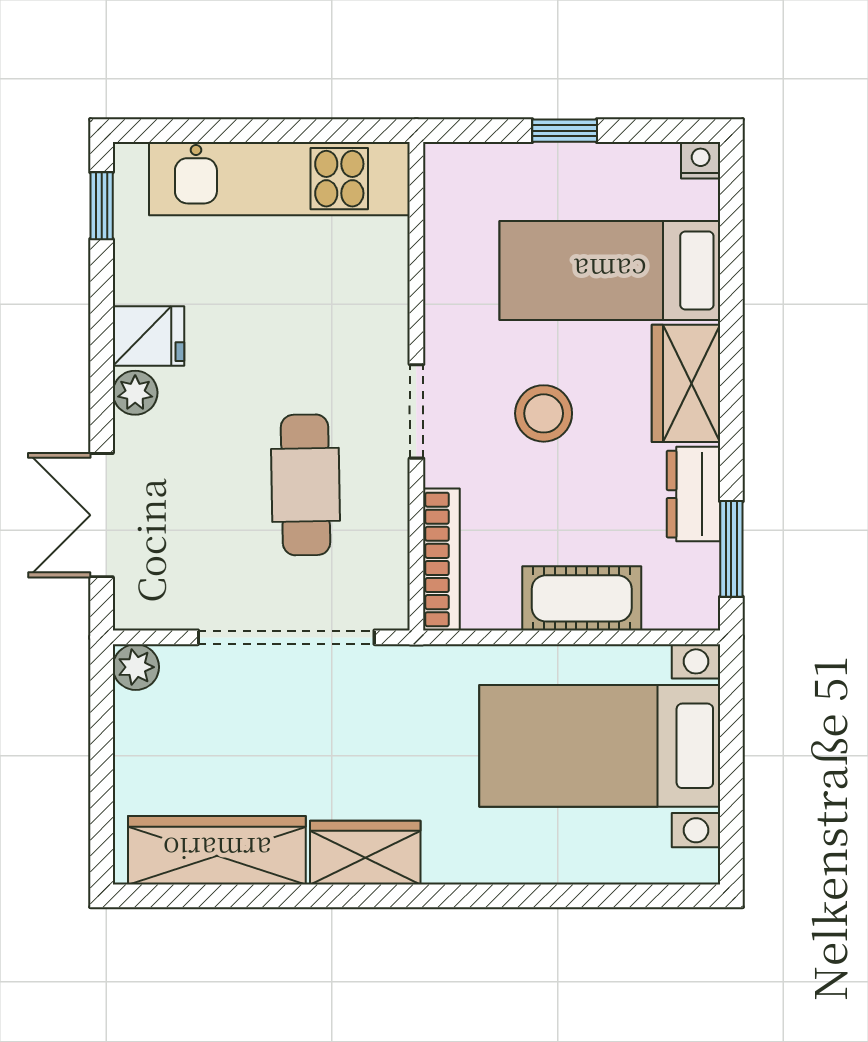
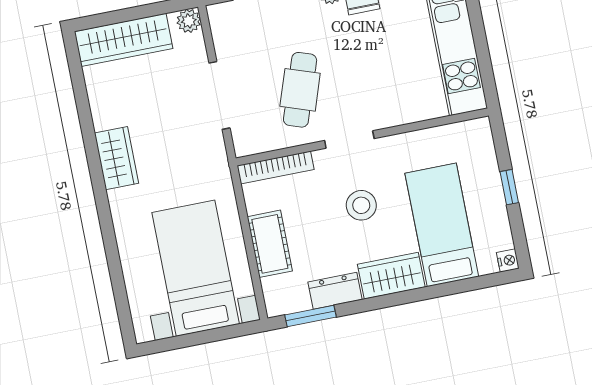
cafe table: (305, 485) -> (300, 90), turned -70
doorway: (286, 637) -> (219, 95), width x0.73
wardrobe: (217, 850) -> (124, 40), moved, turned 90

